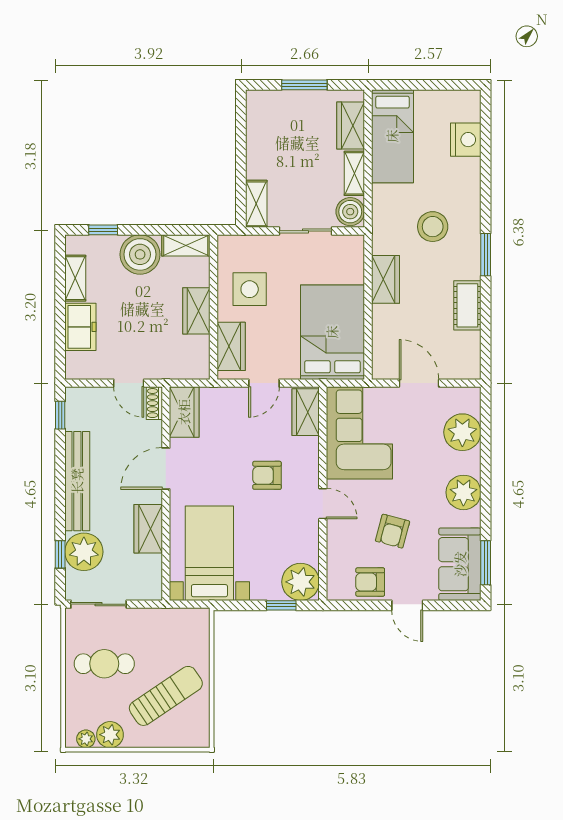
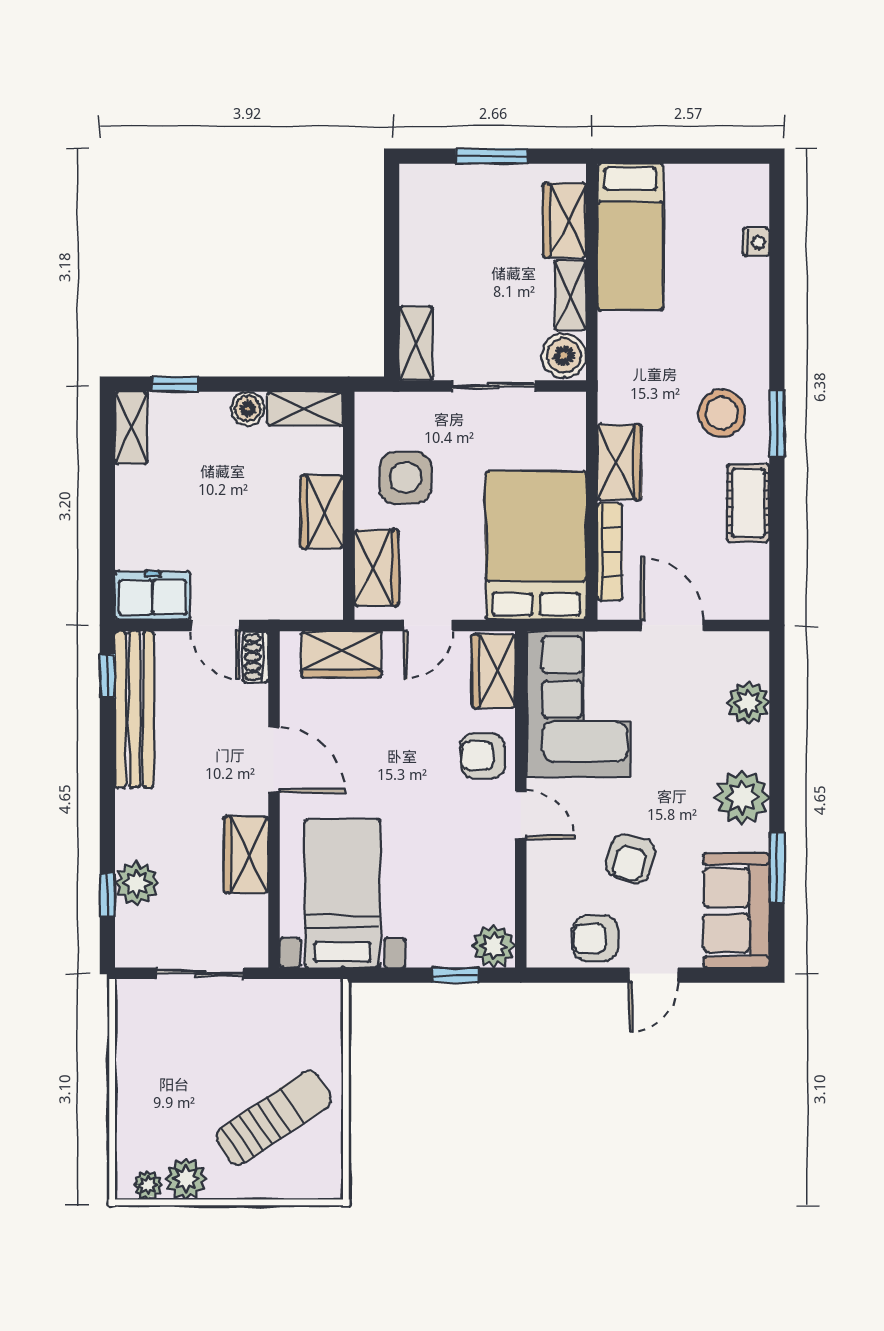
nightstand: (466, 140) -> (756, 242), width x0.53, depth x0.56
stool: (433, 227) -> (722, 413), moved
boiler: (140, 254) -> (248, 408), width x0.54, depth x0.54
shelving: (75, 278) -> (131, 428), moved
freezer: (80, 327) -> (152, 595), moved, turned -90
bookcase: (379, 336) -> (610, 552), added
wardrobe: (184, 412) -> (341, 654), moved, turned 90
plant: (462, 432) -> (748, 703), width x0.73, depth x0.73
door: (166, 468) -> (274, 760), swing flipped
armchair: (267, 475) -> (483, 756), moved
bench: (77, 481) -> (134, 709), moved
plant: (84, 552) -> (137, 883), width x0.73, depth x0.73
window: (486, 563) -> (777, 868), moved
plant: (301, 582) -> (494, 946), width x0.73, depth x0.73
sliding door: (99, 604) -> (200, 973), moved
door: (407, 605) -> (654, 975), hinge flipped
cafe table: (104, 664) -> (177, 1067), removed

